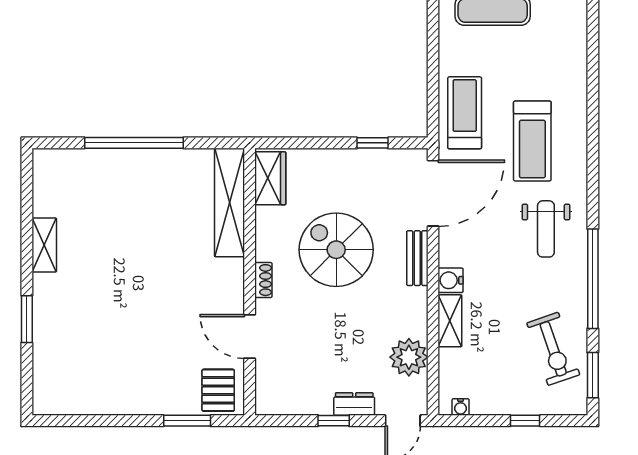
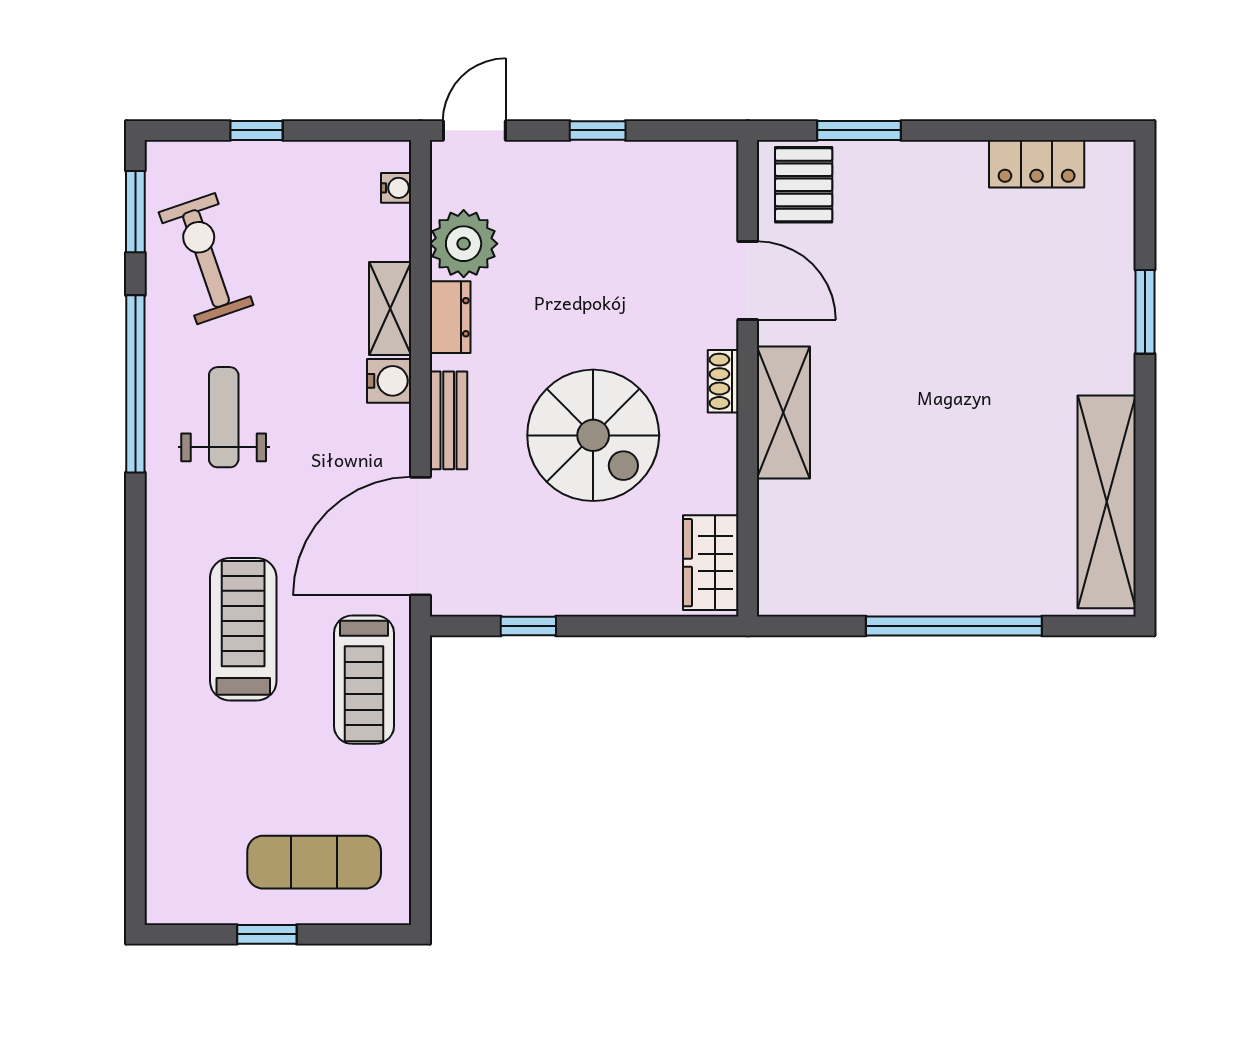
shelving: (229, 202) -> (783, 412), moved, width x0.68
weight bench: (546, 229) -> (224, 417), moved
shelving: (44, 245) -> (1107, 502), width x2.20, depth x1.33
locker: (88, 402) -> (1037, 164), added
dresser: (354, 404) -> (450, 317), moved, turned -90
water cooler: (461, 407) -> (396, 188), moved, turned 90

